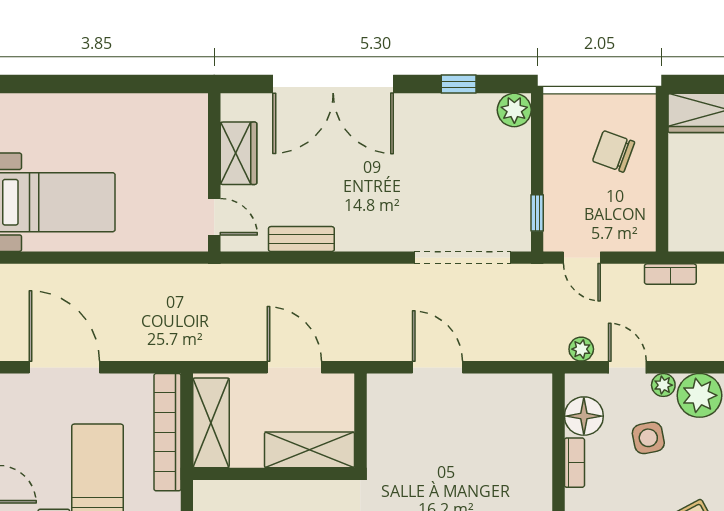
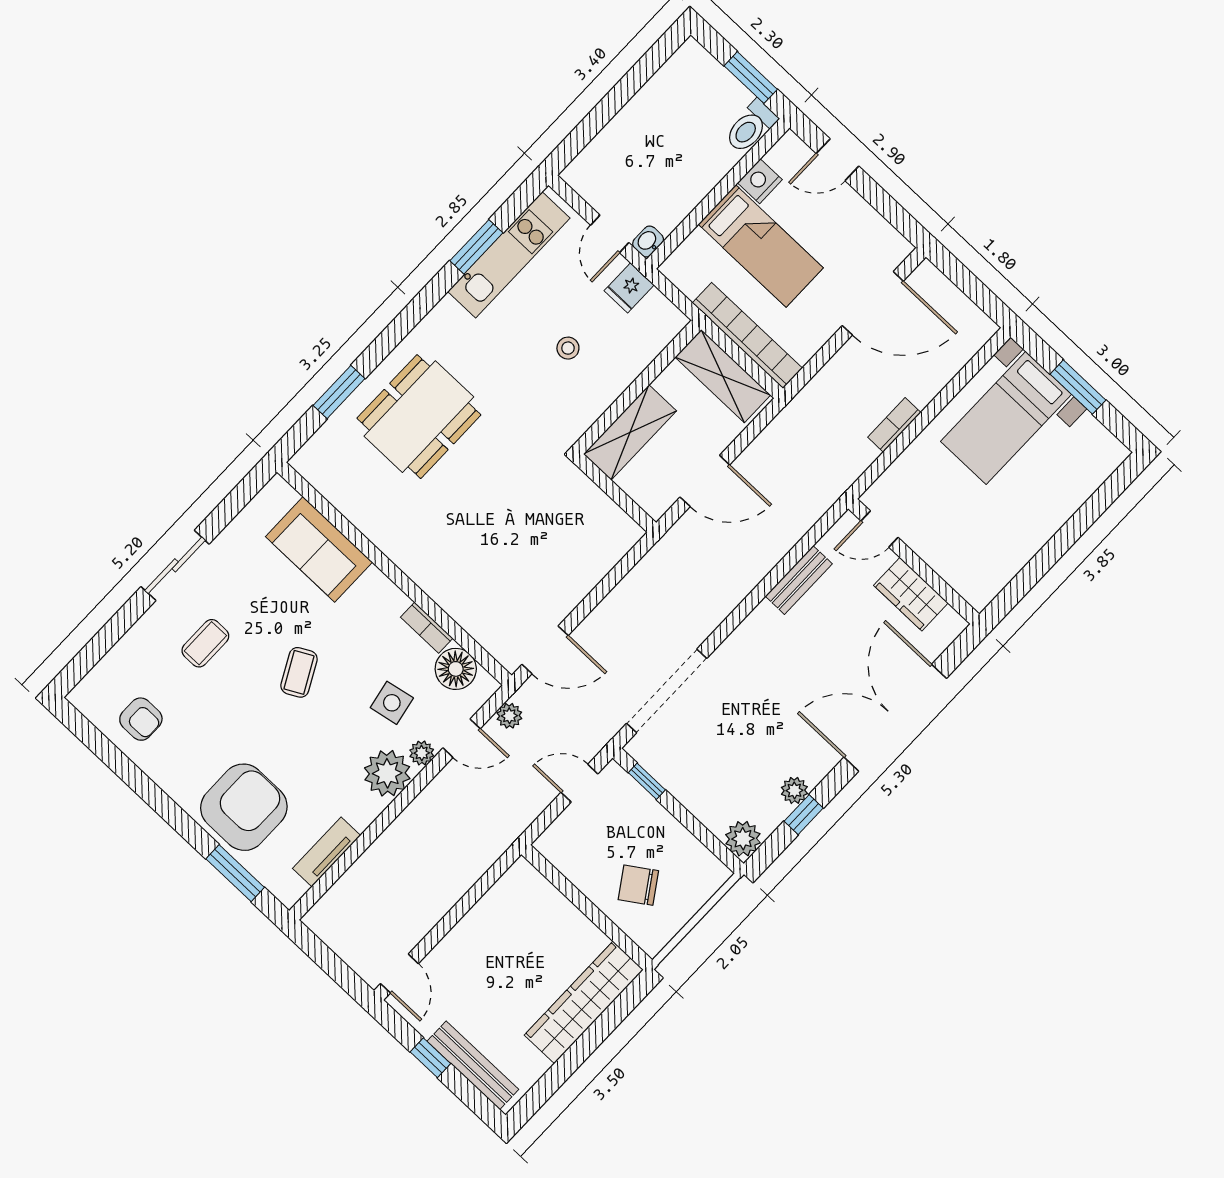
plant: (448, 106) -> (794, 790), added
chair: (614, 151) -> (638, 885), turned -144
bookcase: (670, 274) -> (894, 425), moved
door: (437, 367) -> (545, 650), moved

